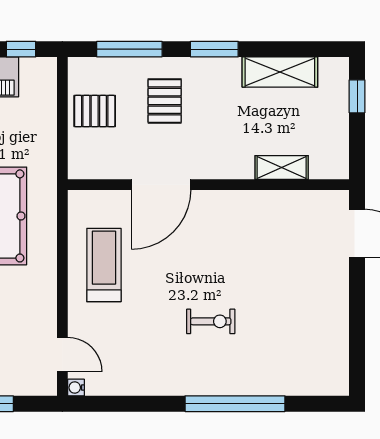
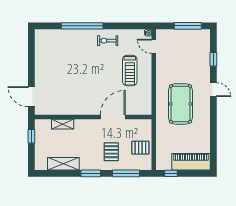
window: (357, 96) -> (31, 136), moved
treadmill: (104, 265) -> (130, 70), moved
exercise bike: (211, 321) -> (108, 41), moved

